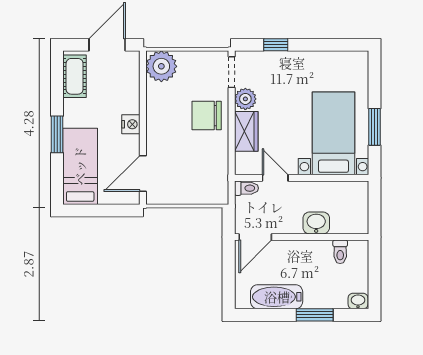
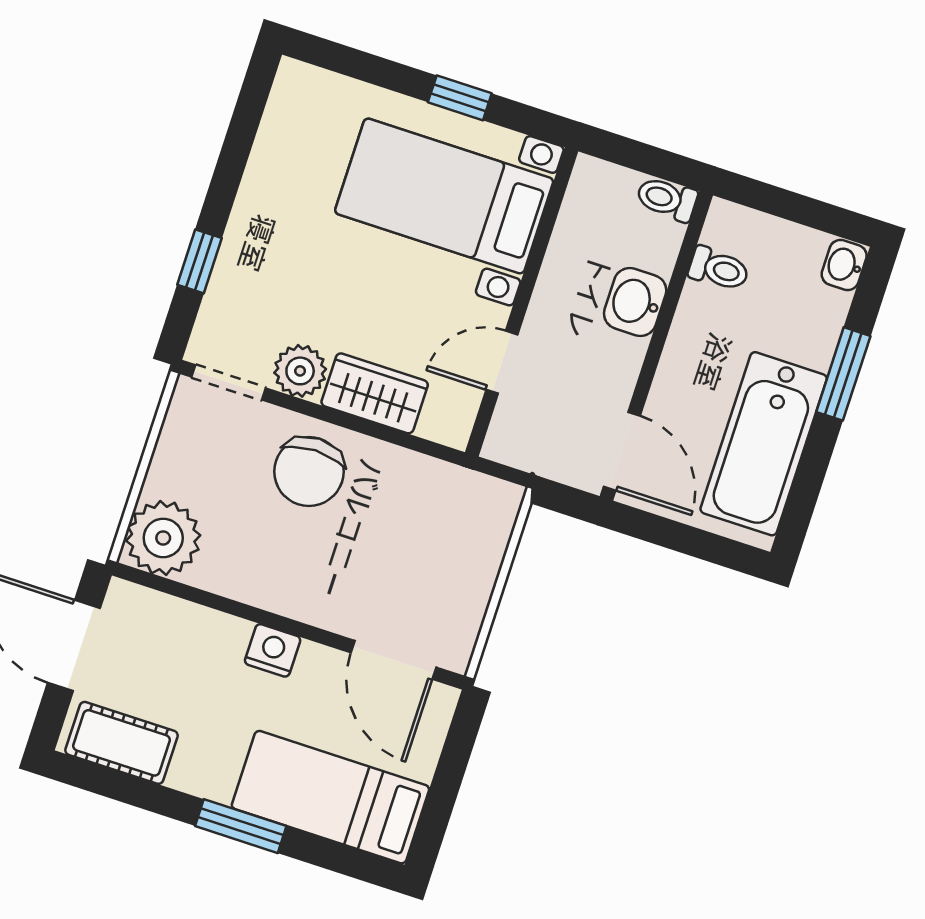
window: (374, 127) -> (460, 98), width x0.67
toilet: (246, 188) -> (667, 199), moved, turned -90
bathtub: (277, 297) -> (764, 444), width x1.36, depth x1.36

